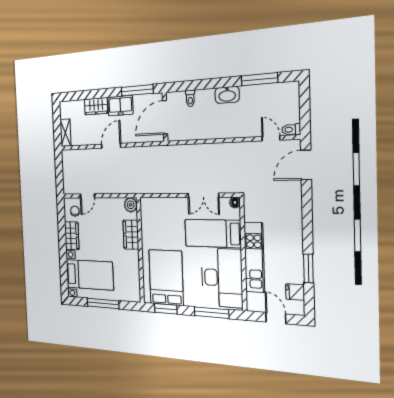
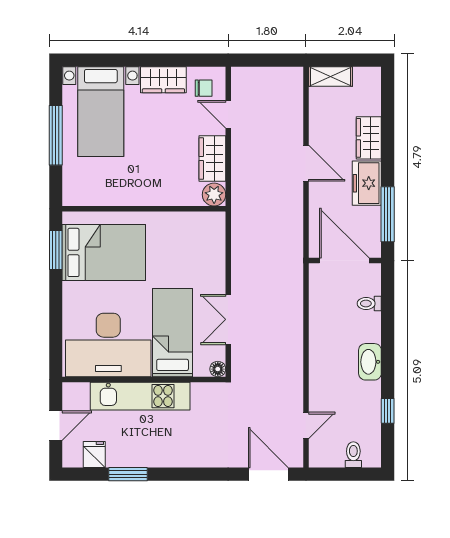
window: (259, 79) -> (388, 411), width x0.46
toilet: (291, 130) -> (353, 455), moved
wardrobe: (131, 235) -> (212, 159), moved, turned -90
window: (212, 313) -> (56, 327), removed

